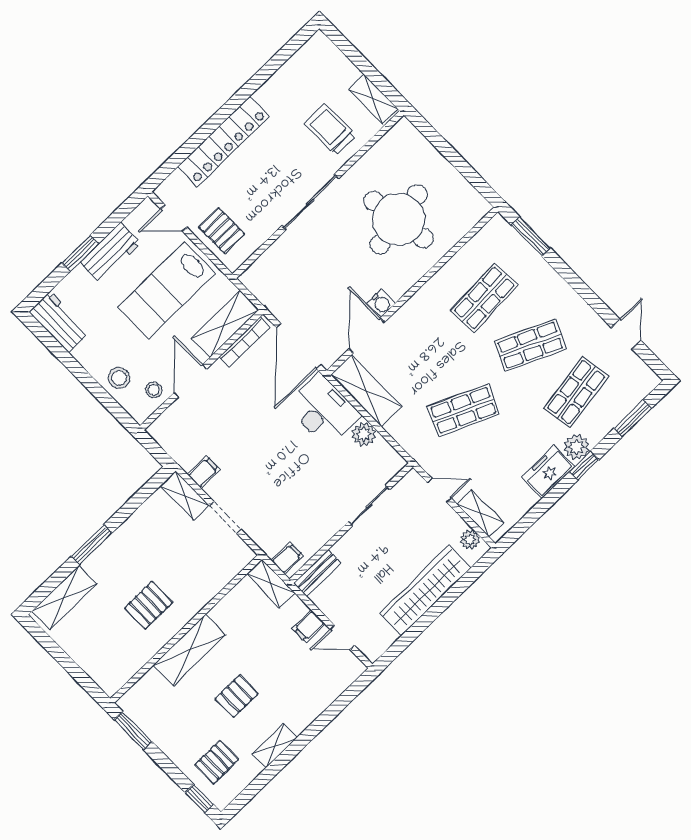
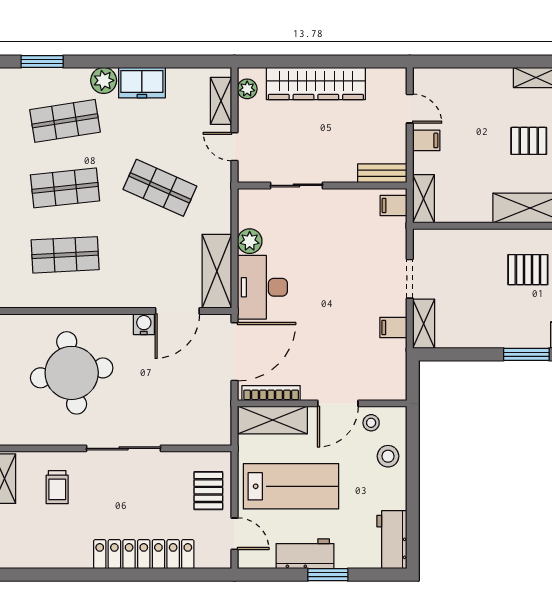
trolley: (330, 129) -> (57, 487), width x0.73, depth x0.72
shop shelf: (530, 345) -> (65, 188), turned -30
window: (584, 466) -> (111, 62), removed

